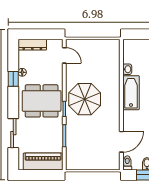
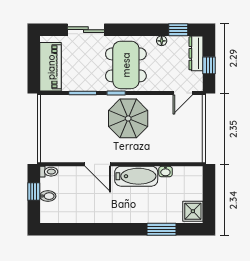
window: (42, 34) -> (209, 65), added
window: (13, 79) -> (178, 30), moved
door: (121, 142) -> (98, 164), moved

